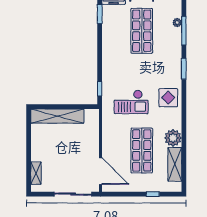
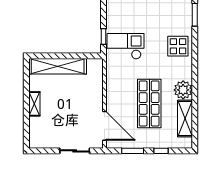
checkout: (131, 102) -> (126, 46), moved, turned 180
shelving: (36, 173) -> (34, 104), moved
sliding door: (73, 194) -> (75, 151), width x0.73
window: (126, 194) -> (133, 151), added

